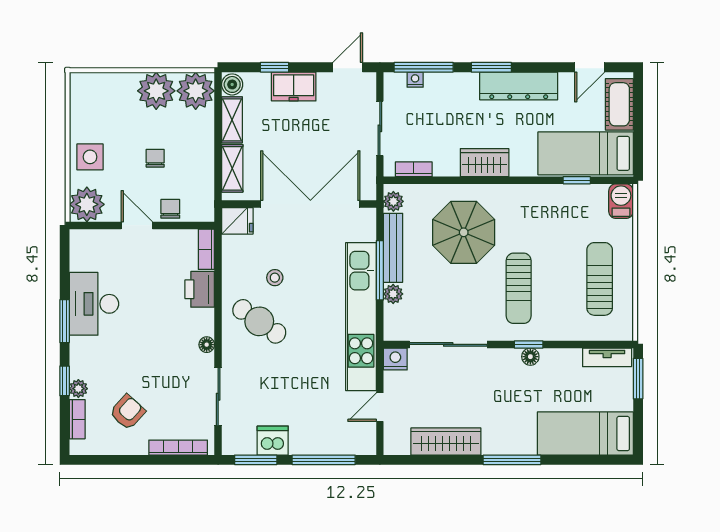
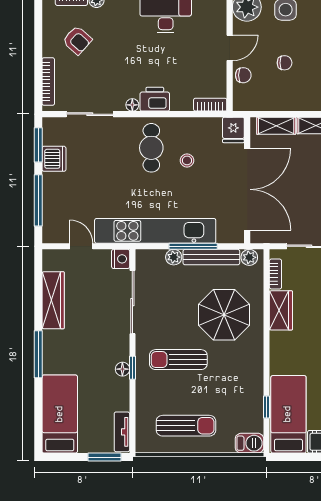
wardrobe: (485, 163) -> (281, 310), moved
printer: (200, 289) -> (155, 99), moved
cafe table: (259, 321) -> (151, 148), turned -35

